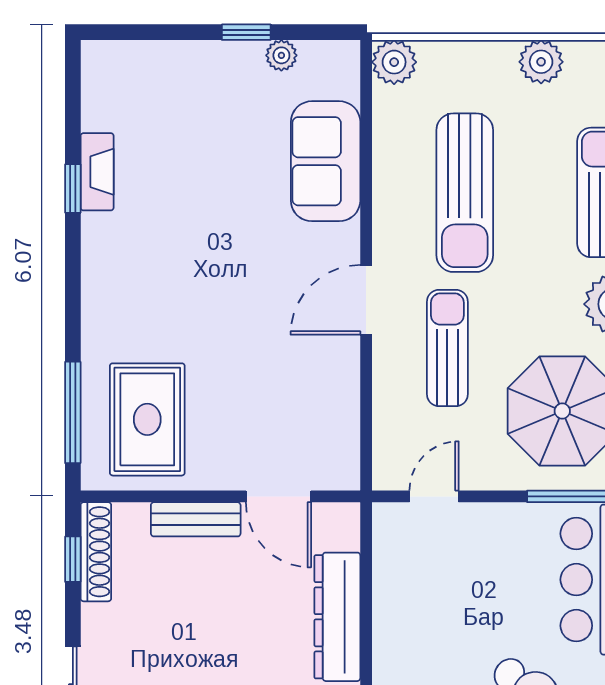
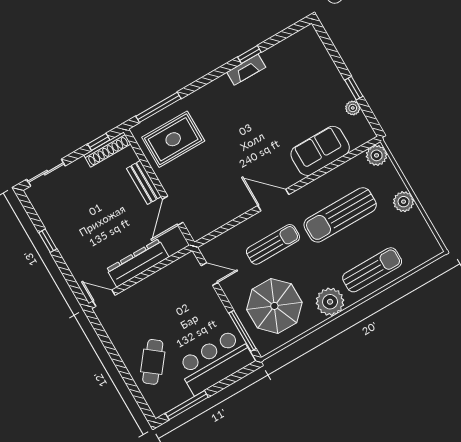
plant: (541, 62) -> (404, 202), moved
fireplace: (97, 172) -> (246, 70), moved

